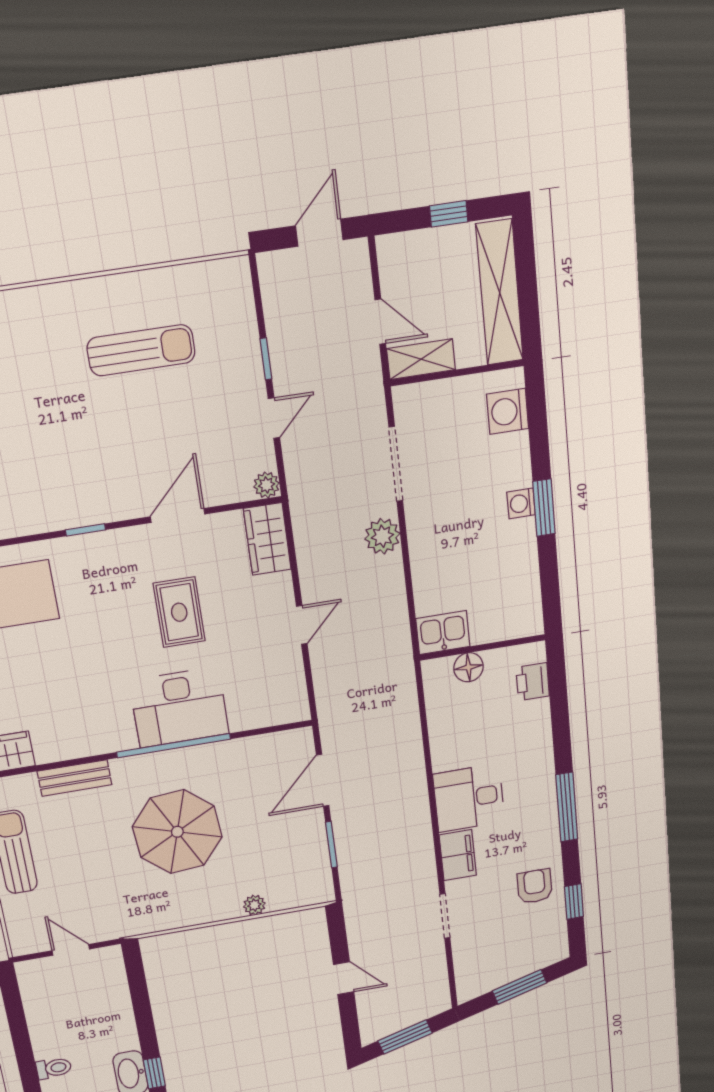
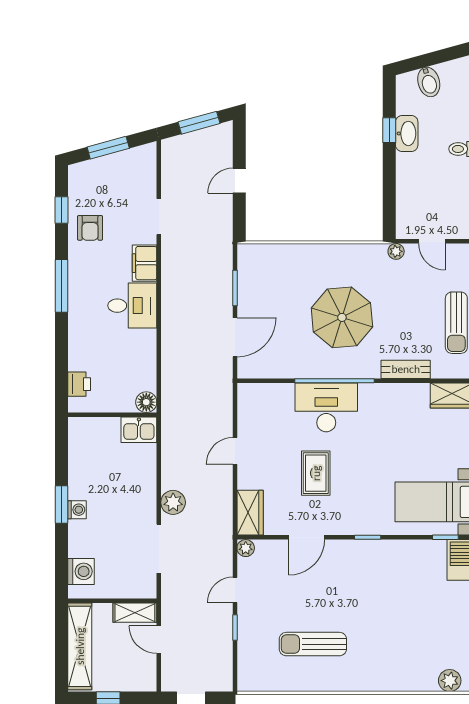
floor lamp: (468, 667) -> (146, 402), moved
plant: (254, 905) -> (396, 251), moved
door: (344, 978) -> (239, 181), hinge flipped

